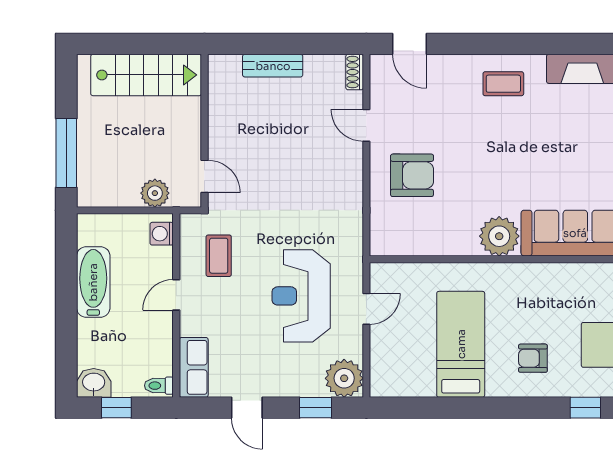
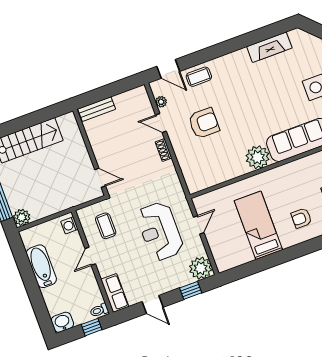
shoe rack: (355, 72) -> (164, 150), moved
coffee table: (503, 84) -> (199, 77), moved
plant: (379, 92) -> (161, 102), added
wall: (204, 131) -> (91, 152), moved
armchair: (412, 175) -> (204, 123), moved
door: (204, 176) -> (100, 178), moved
plant: (155, 193) -> (22, 217), moved
window: (116, 408) -> (92, 327), moved

